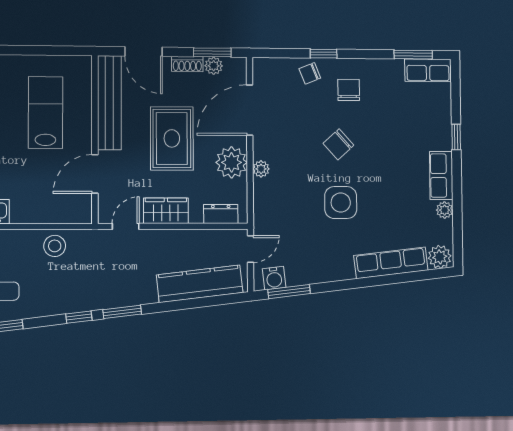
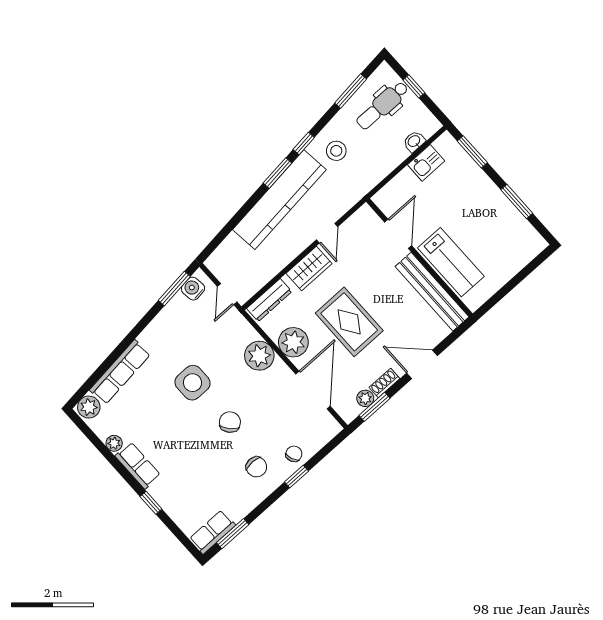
bench: (109, 103) -> (432, 292), moved
wall: (95, 139) -> (419, 258), moved
plant: (261, 169) -> (259, 356), width x1.88, depth x1.88
door: (95, 174) -> (398, 234), moved
dresser: (221, 214) -> (269, 300), width x1.44
stool: (55, 246) -> (336, 151), moved
kitchen counter: (200, 284) -> (279, 200), moved, width x1.39, depth x1.17

